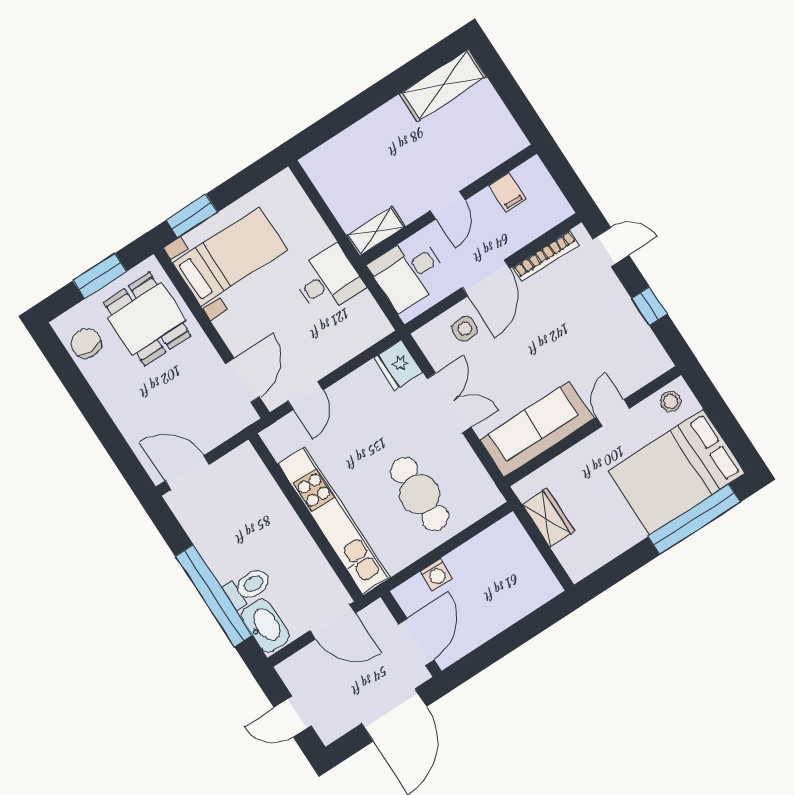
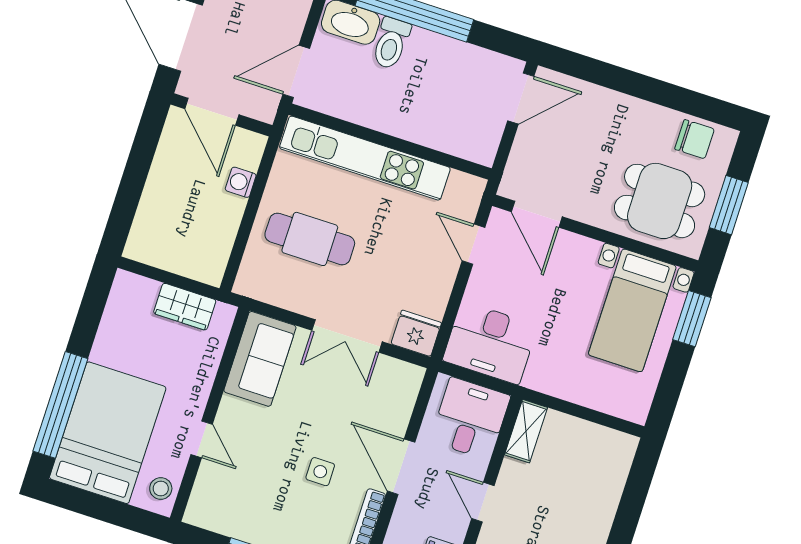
desk: (328, 280) -> (490, 343), moved, width x1.37
side table: (465, 329) -> (320, 472), moved
sofa: (537, 429) -> (260, 359), width x0.73

